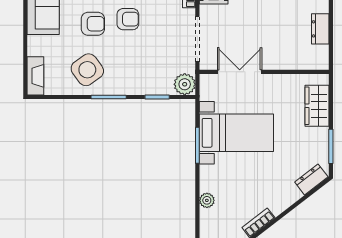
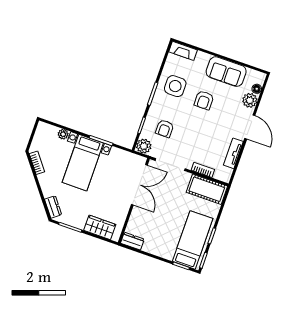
armchair: (128, 19) -> (165, 129), moved
dresser: (320, 29) -> (132, 241), moved
side table: (87, 70) -> (175, 86), turned 36
double door: (240, 72) -> (139, 185), width x1.37
bed with nightstands: (236, 133) -> (83, 163), moved

